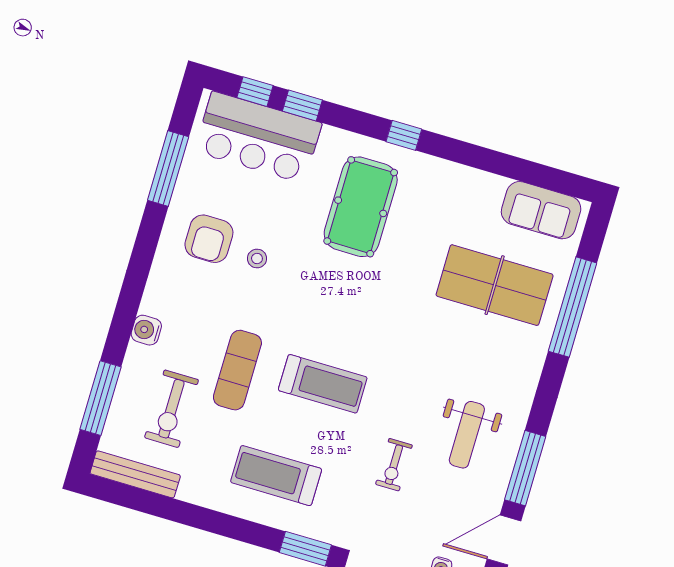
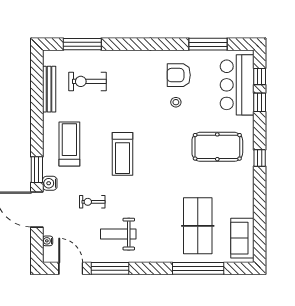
water cooler: (146, 330) -> (50, 183), moved, turned -90
exercise mat: (237, 370) -> (117, 109), removed
bench: (135, 474) -> (49, 89), moved

